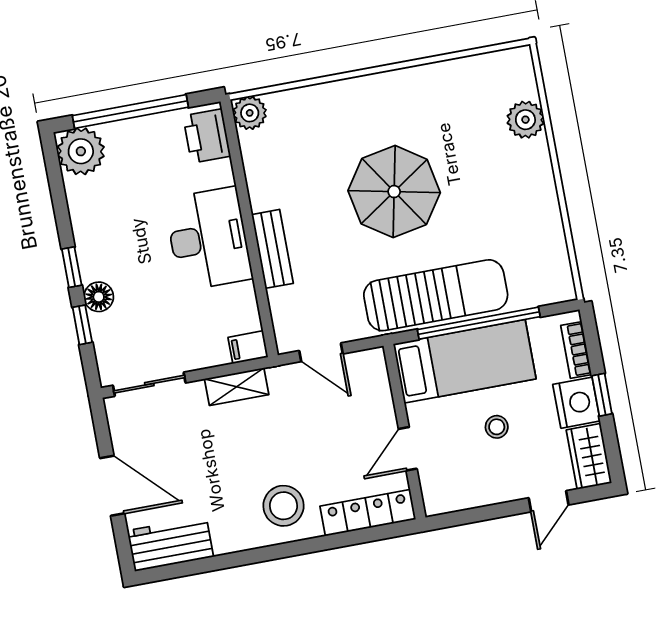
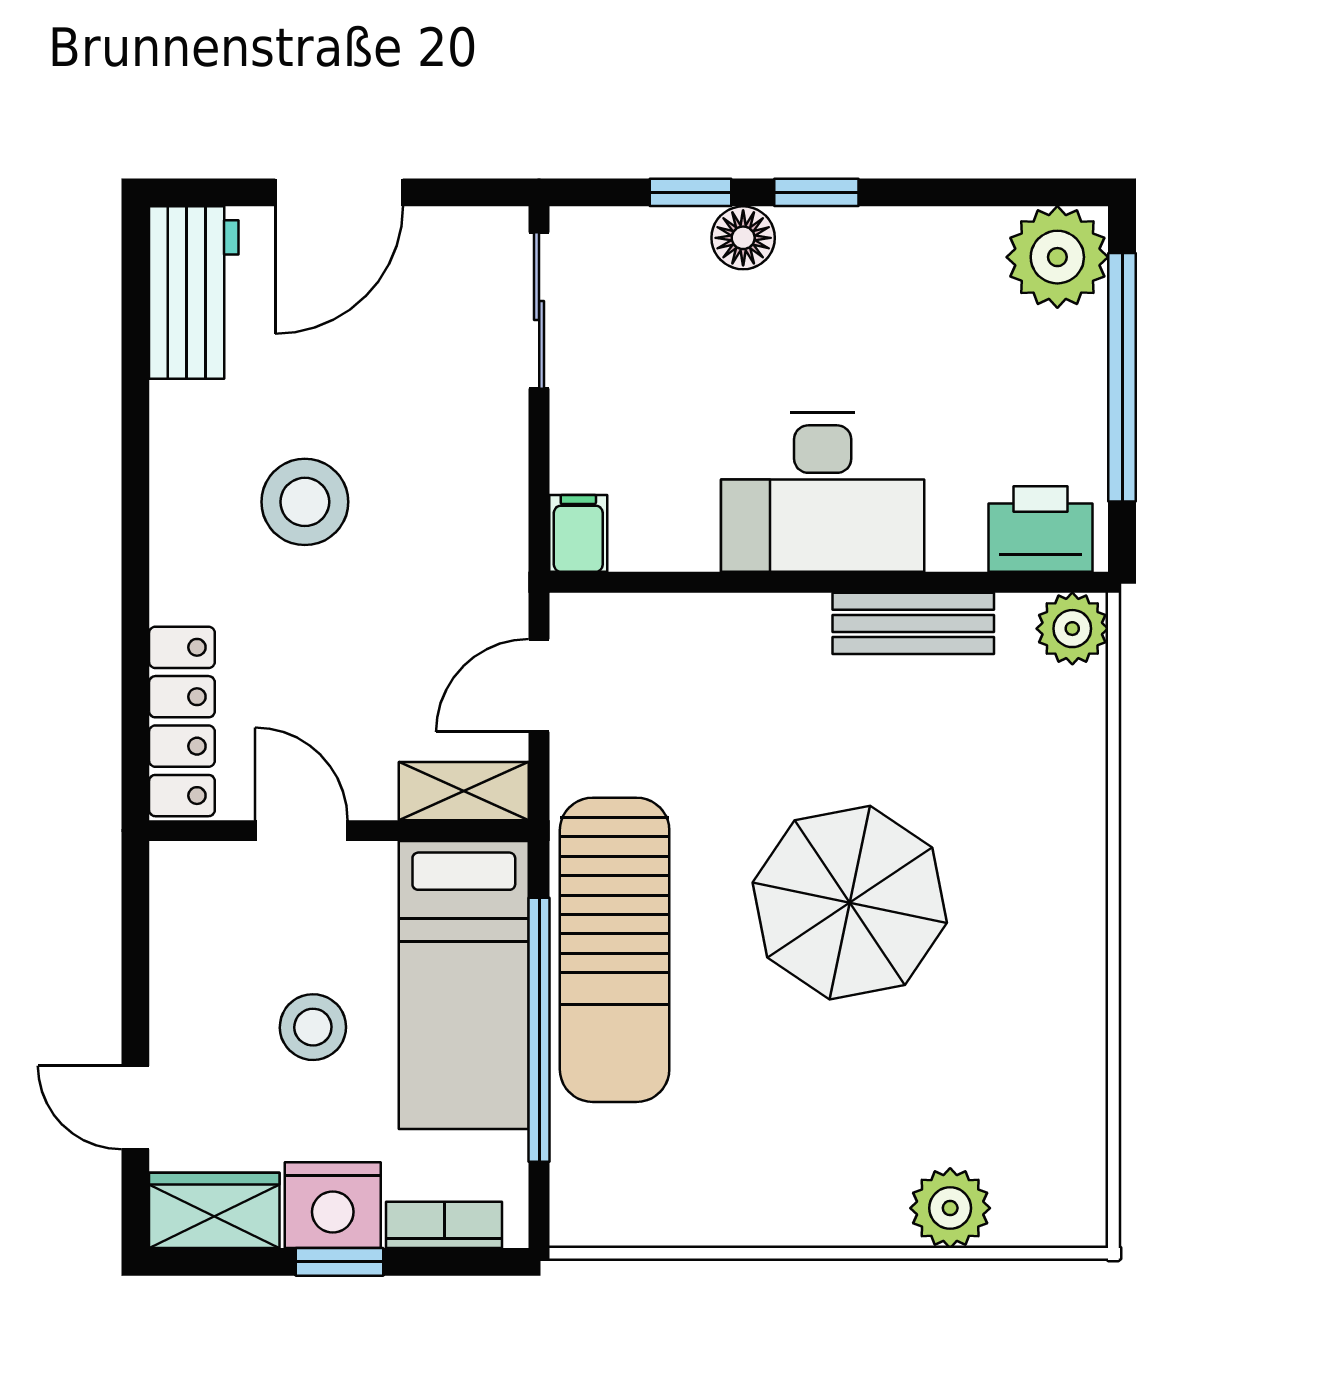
bench: (272, 249) -> (913, 623), moved
shelving: (237, 387) -> (464, 791), moved, turned 90
stool: (497, 427) -> (313, 1027), width x1.37, depth x1.37
stool: (283, 506) -> (305, 502), moved

